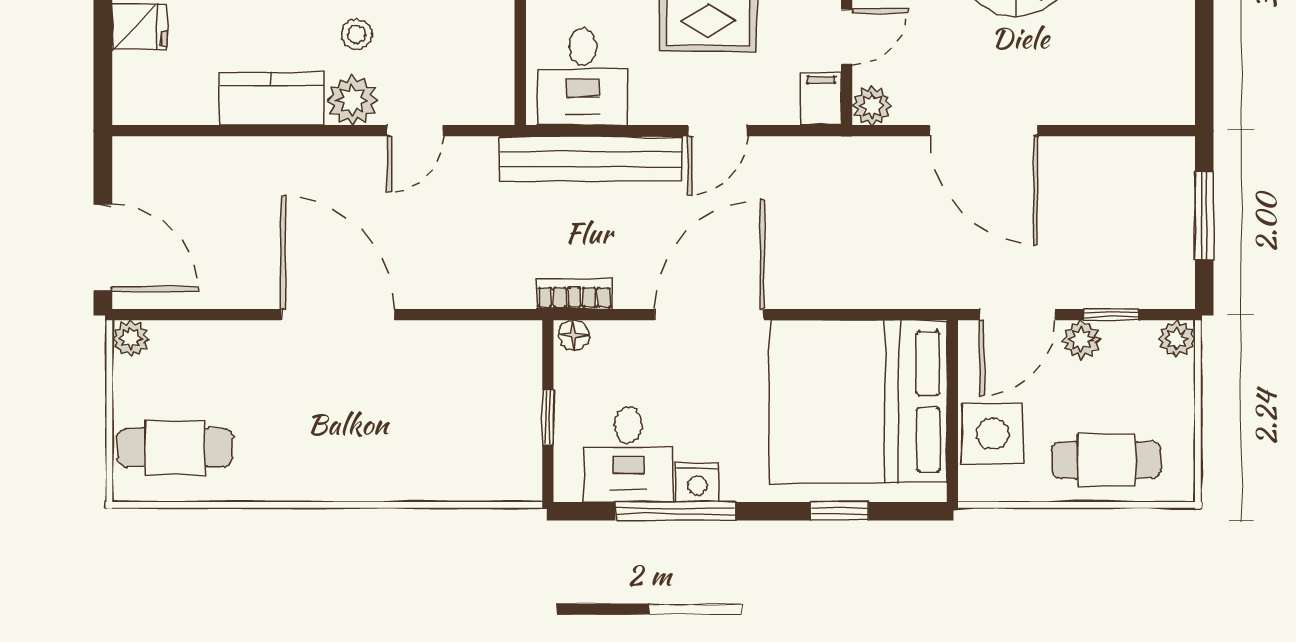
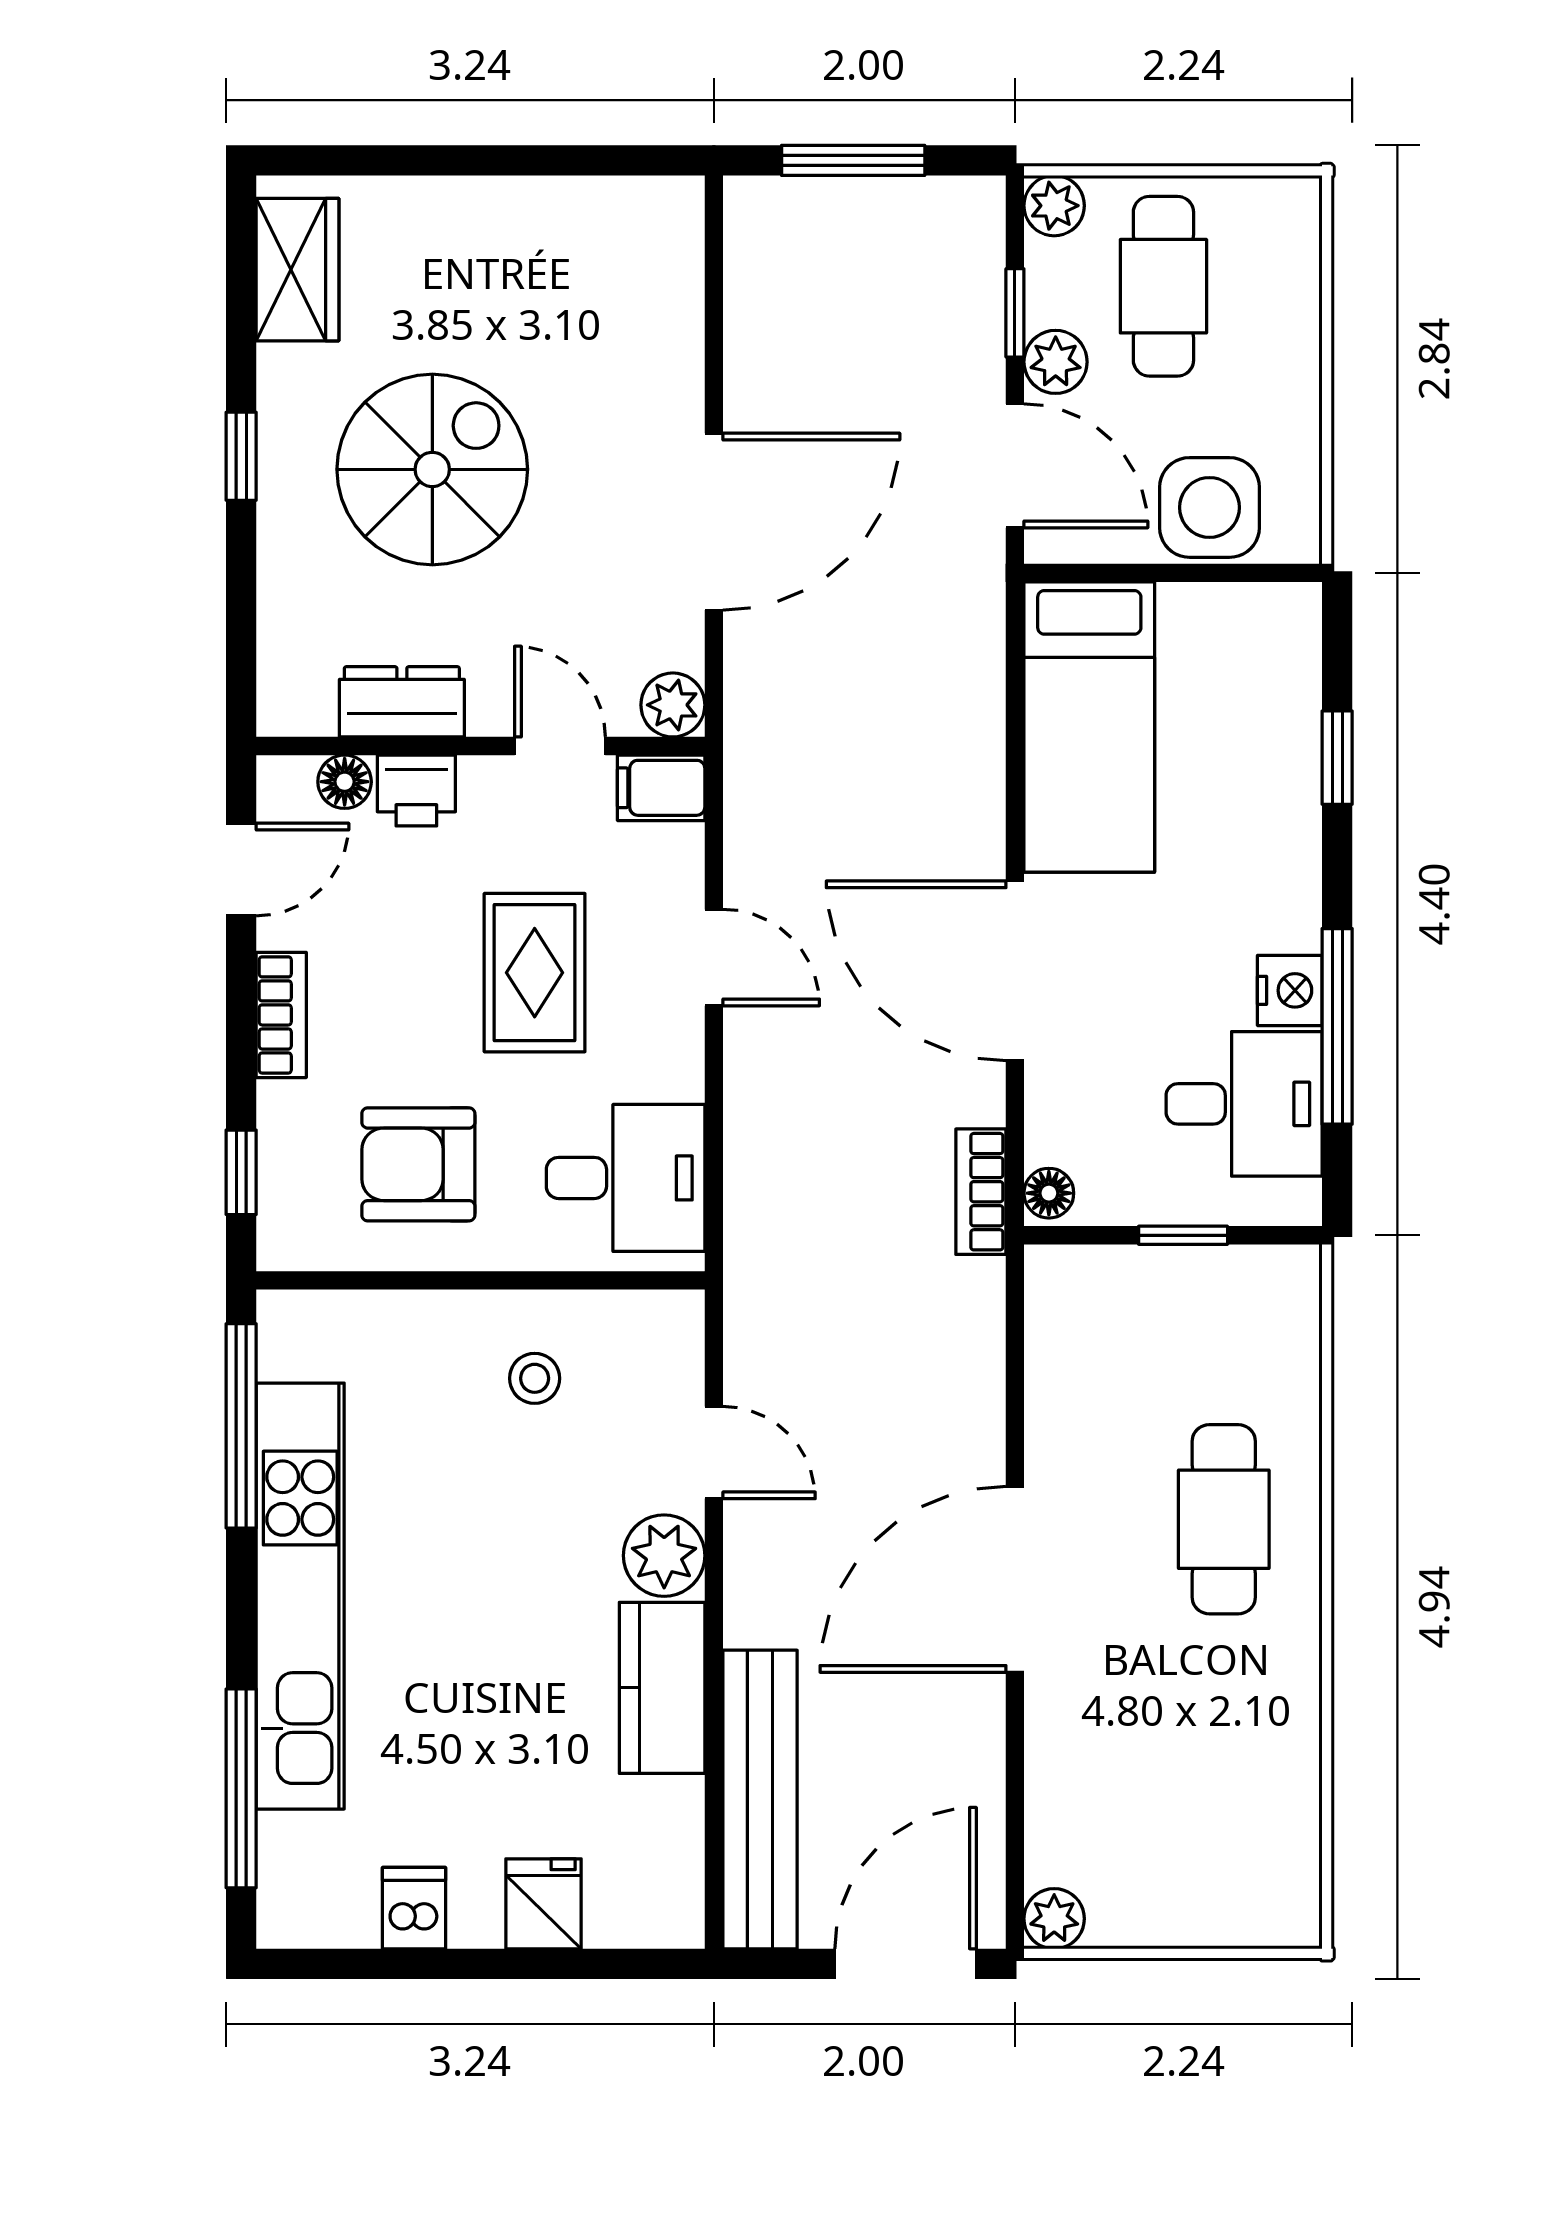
stool: (357, 35) -> (535, 1378), moved
bench: (591, 159) -> (760, 1800), moved
bed: (858, 402) -> (1089, 727), width x0.49
cafe table: (175, 447) -> (1224, 1519), moved
cafe table: (1106, 460) -> (1163, 286), moved

